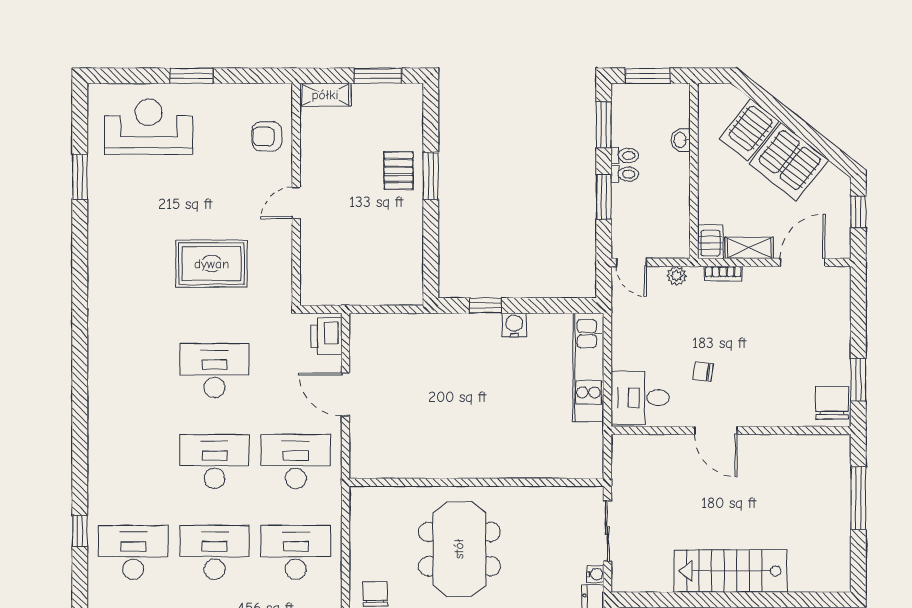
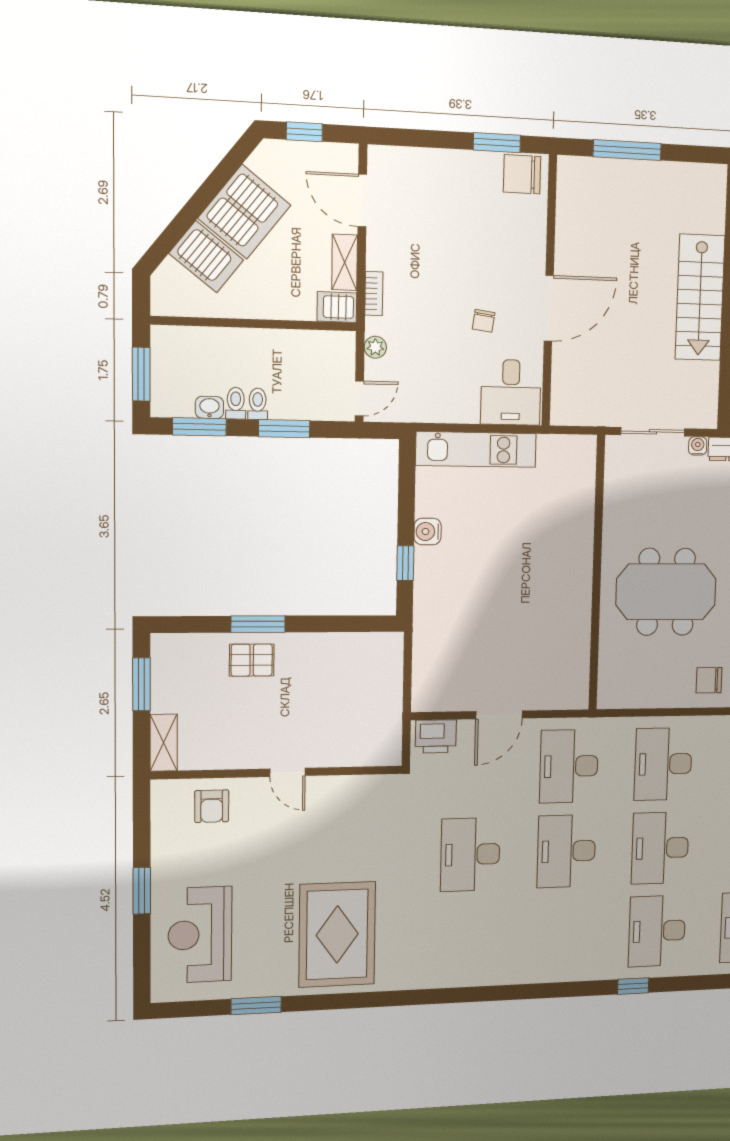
washbasin: (681, 140) -> (209, 407), moved, turned 180
rug: (212, 264) -> (337, 934), moved, width x1.37, depth x1.44
door: (716, 430) -> (549, 308), width x1.36

